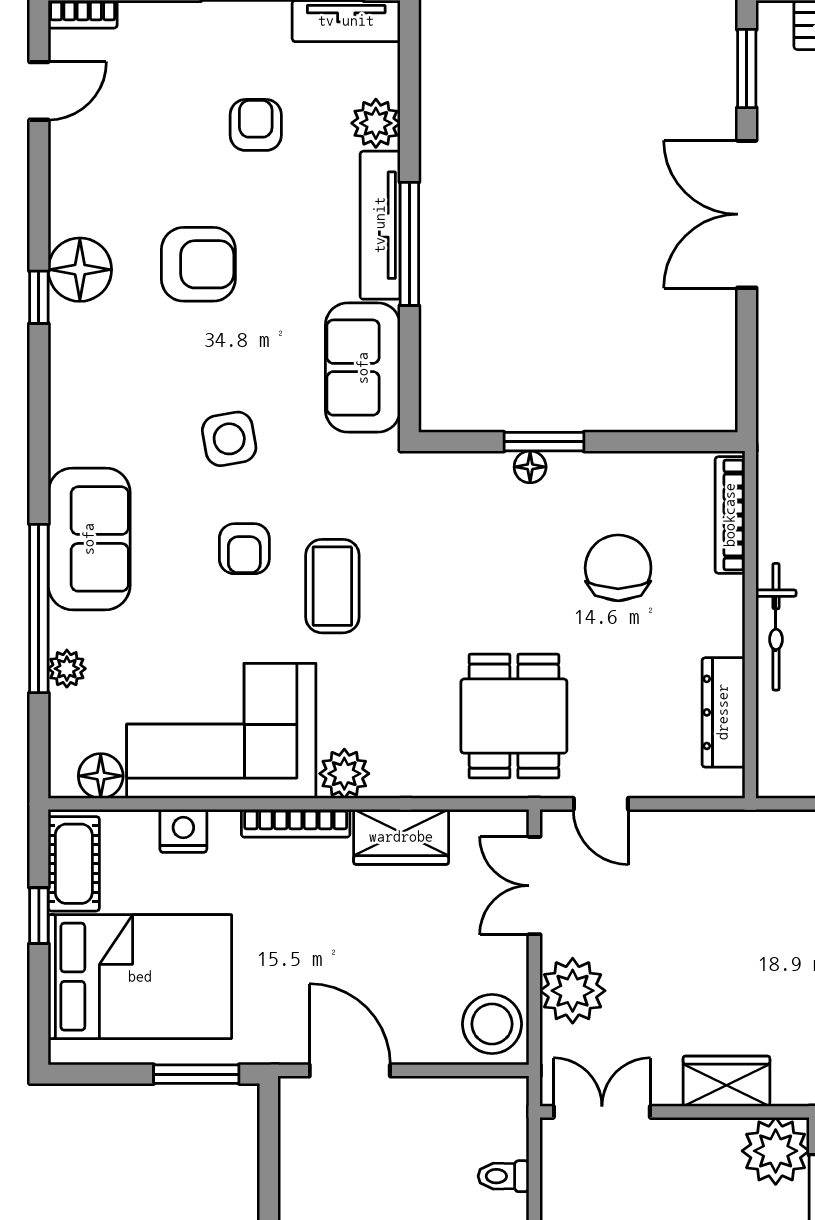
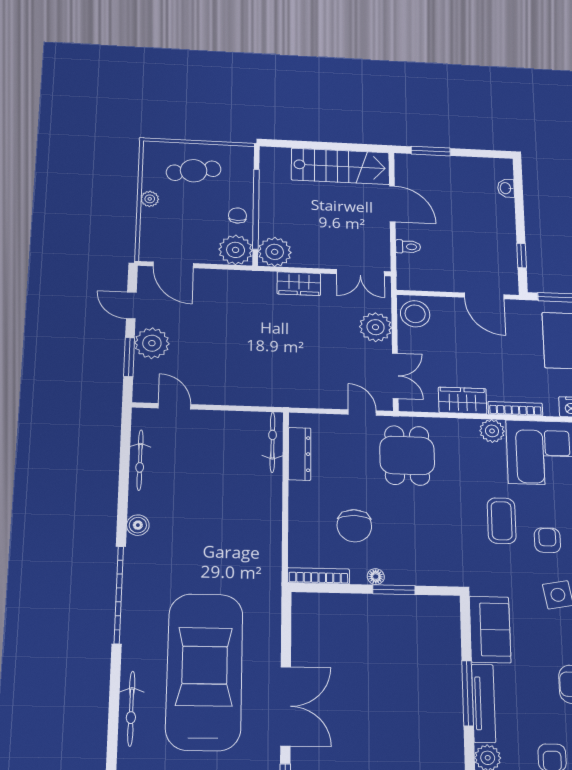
floor lamp: (530, 467) -> (376, 577), moved
bookcase: (730, 515) -> (319, 576), moved, turned -90
bicycle: (776, 627) -> (272, 442), moved
window: (269, 1167) -> (522, 256), added

